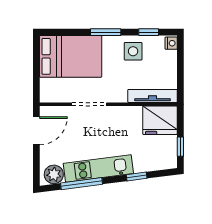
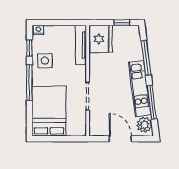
window: (106, 32) -> (29, 83), width x1.44
door: (36, 131) -> (120, 139), moved
window: (137, 177) -> (146, 58), width x2.17

